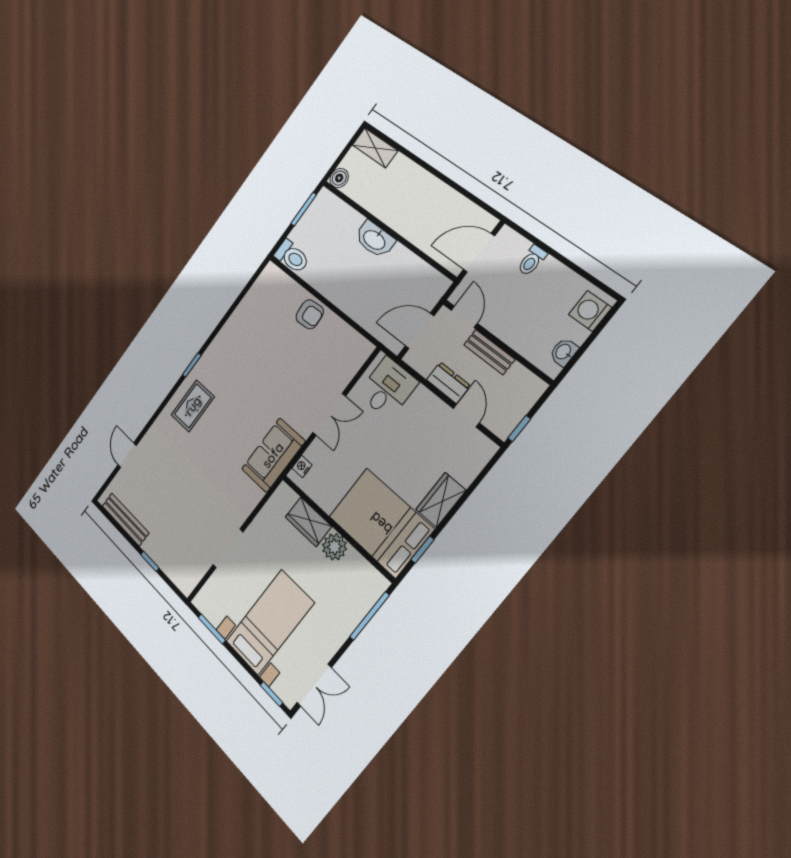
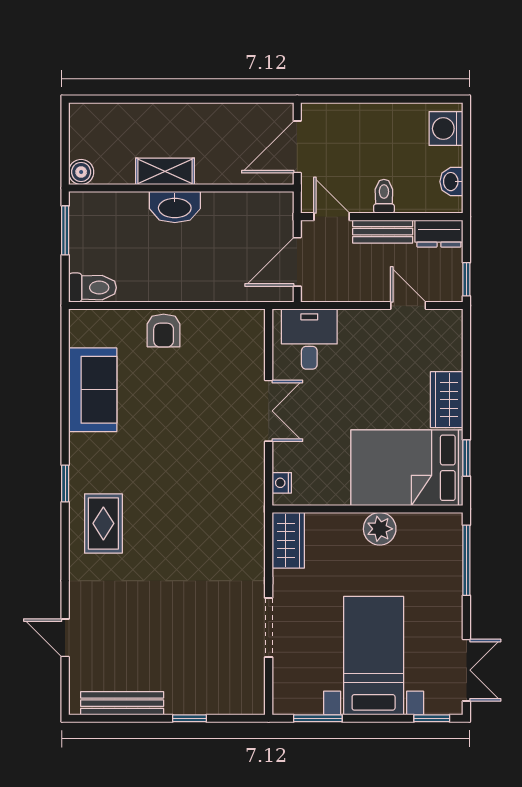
shelving: (375, 148) -> (165, 171), moved
toilet: (532, 261) -> (384, 196), moved, turned 180
armchair: (310, 314) -> (164, 330), turned 94
dresser: (448, 383) -> (439, 234), moved, turned 180
sofa: (273, 455) -> (93, 390), moved, turned 180
wardrobe: (308, 522) -> (288, 540), moved, turned -90

